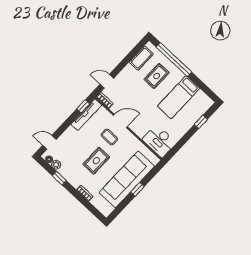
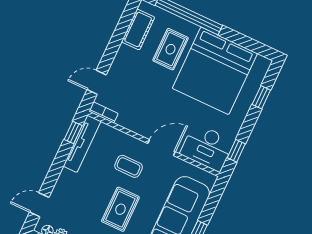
bed: (179, 97) -> (215, 71), width x2.04
door: (120, 121) -> (162, 148), moved
window: (176, 149) -> (236, 151), added

